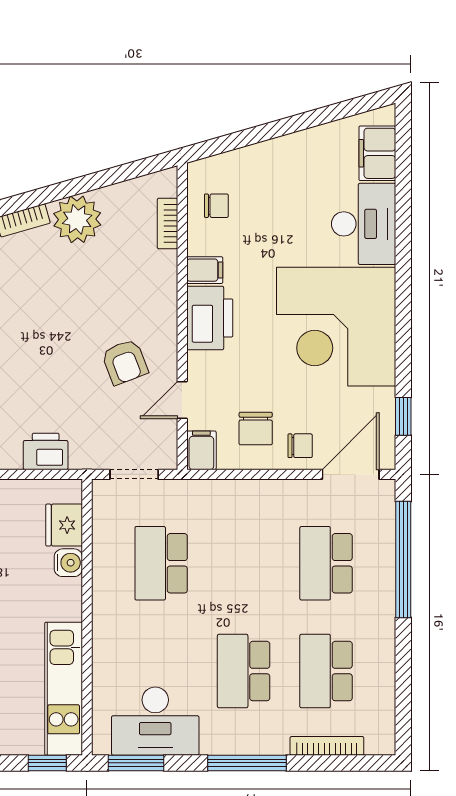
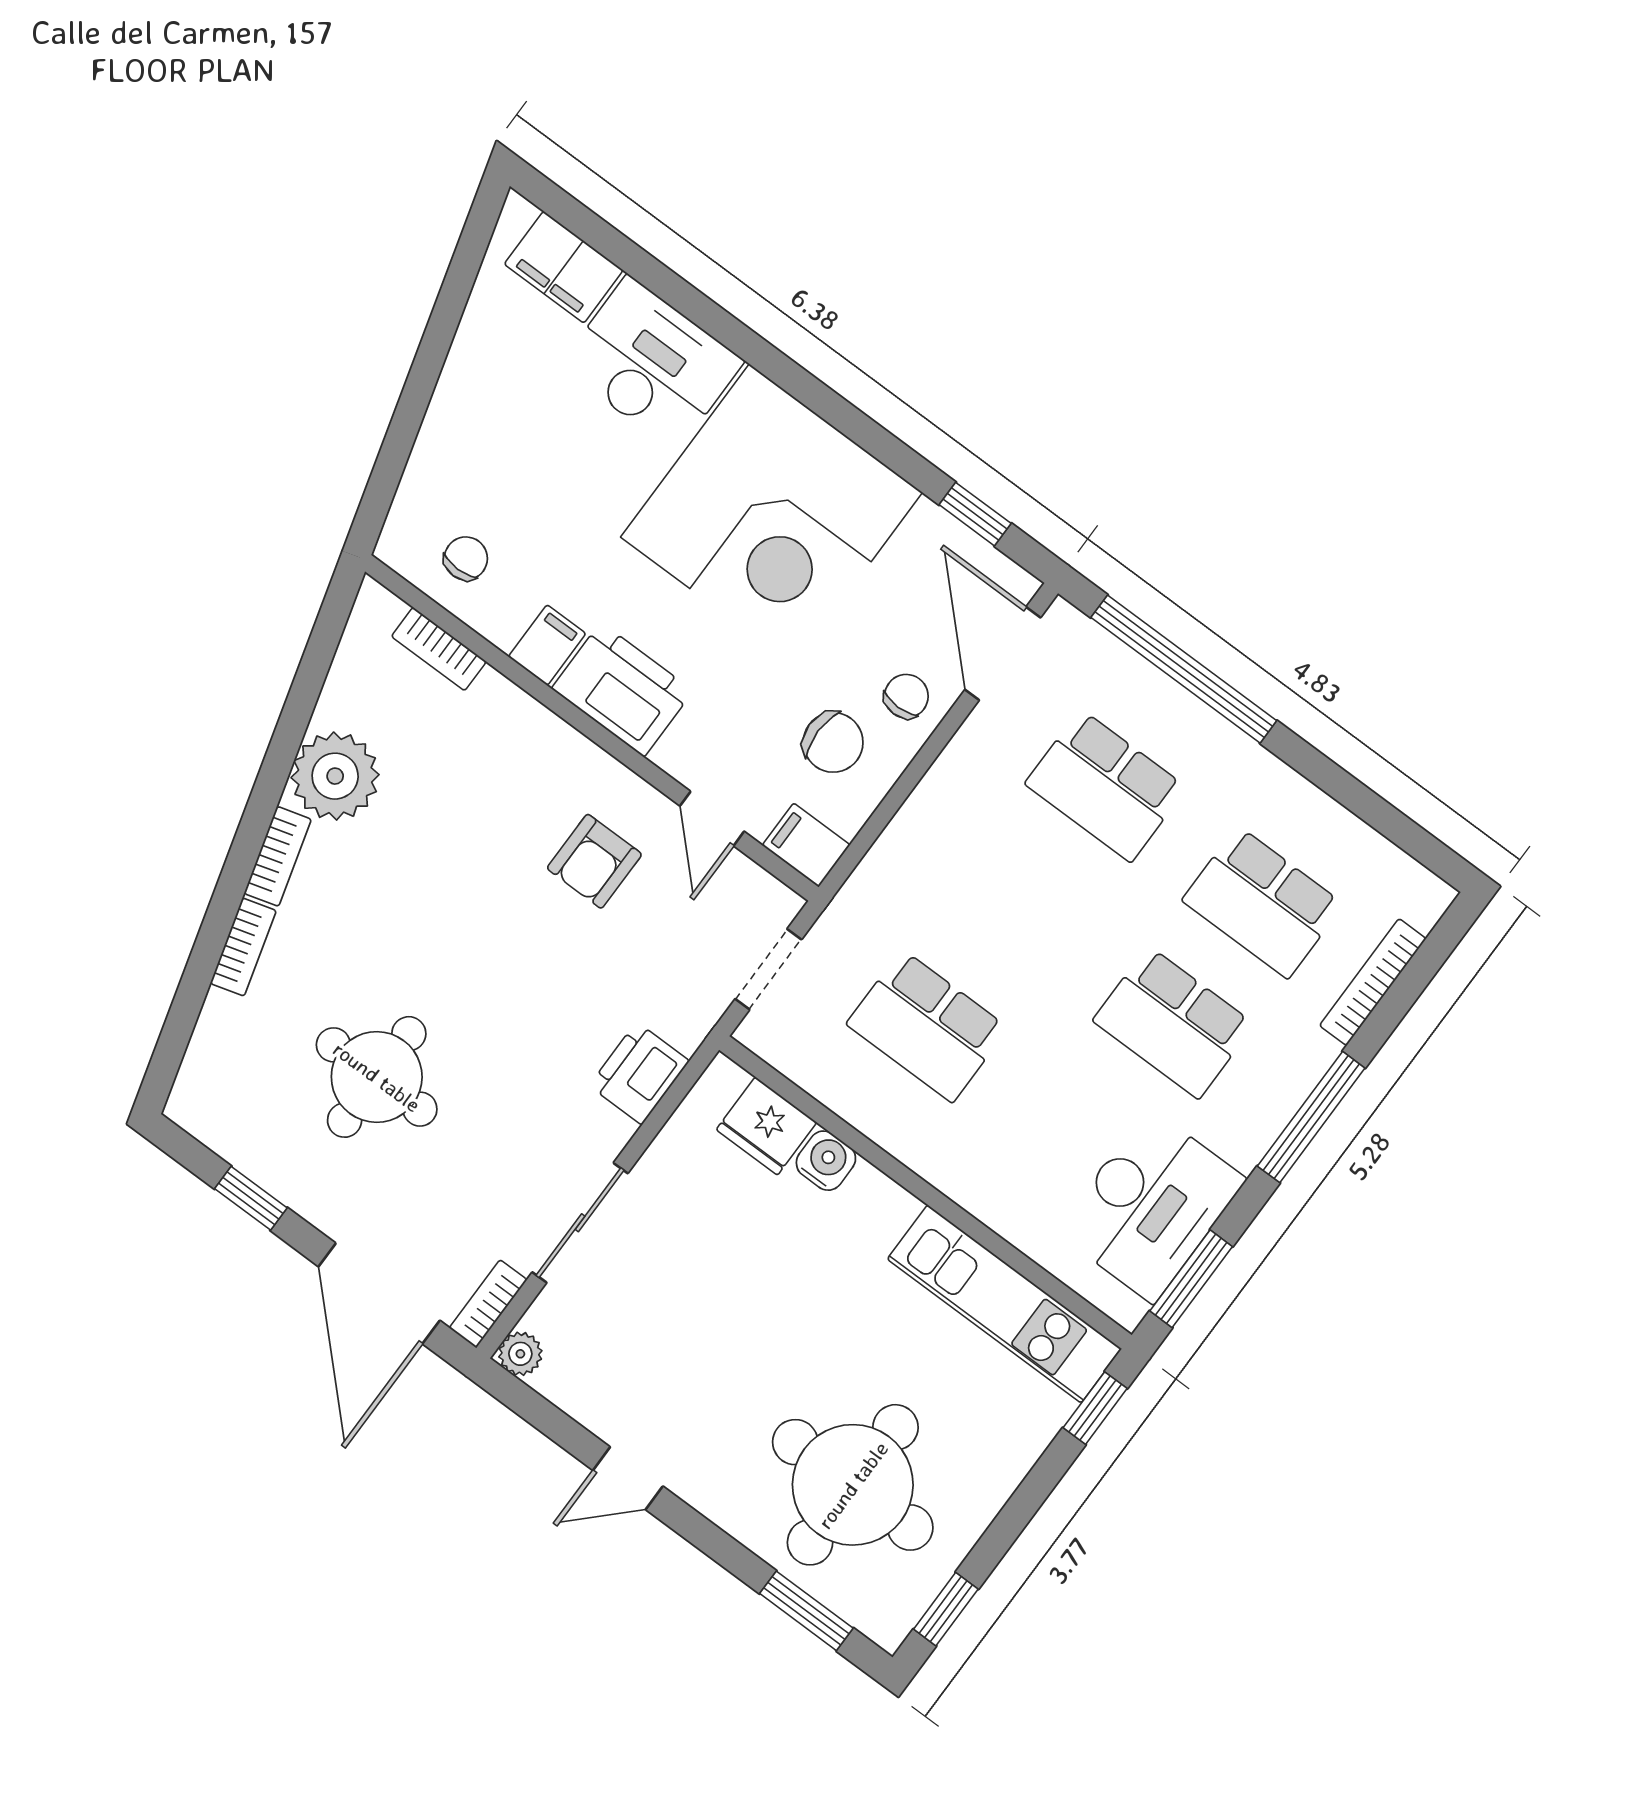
armchair: (125, 362) -> (594, 861), turned 111

